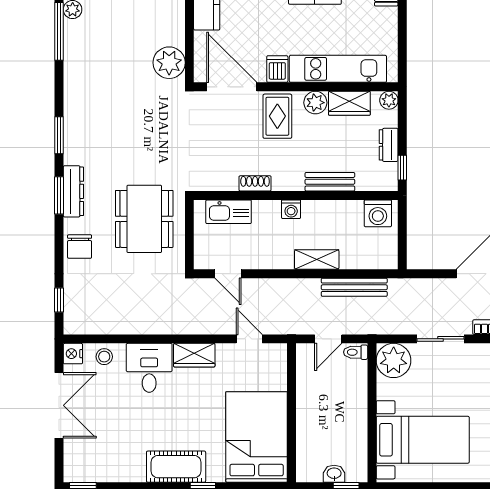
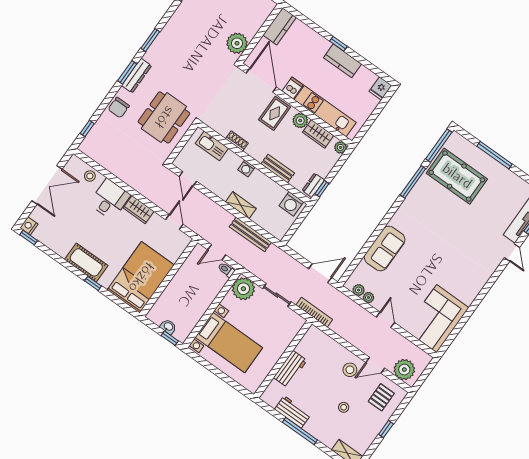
dresser: (389, 145) -> (313, 185), moved
nightstand: (73, 354) -> (29, 226), moved

